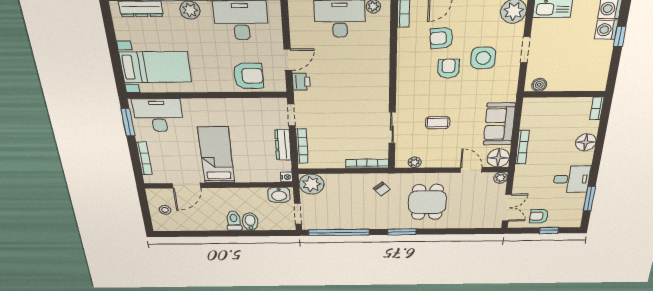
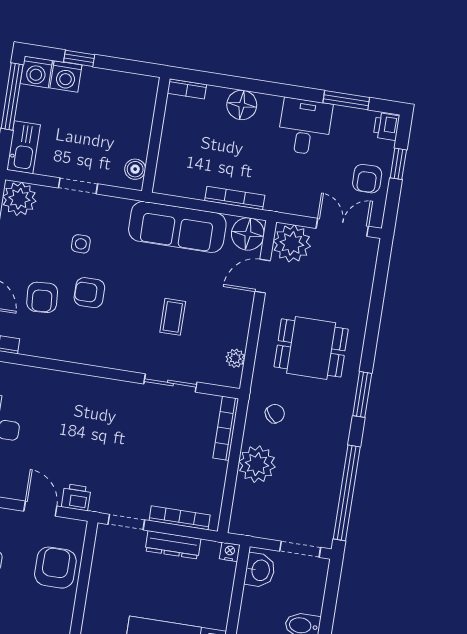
side table: (483, 58) -> (81, 244), width x0.54, depth x0.54
sofa: (499, 124) -> (177, 227), width x1.36
plant: (500, 178) -> (292, 243), width x1.88, depth x1.88
plant: (311, 184) -> (257, 464), moved
printer: (572, 221) -> (386, 127), added

